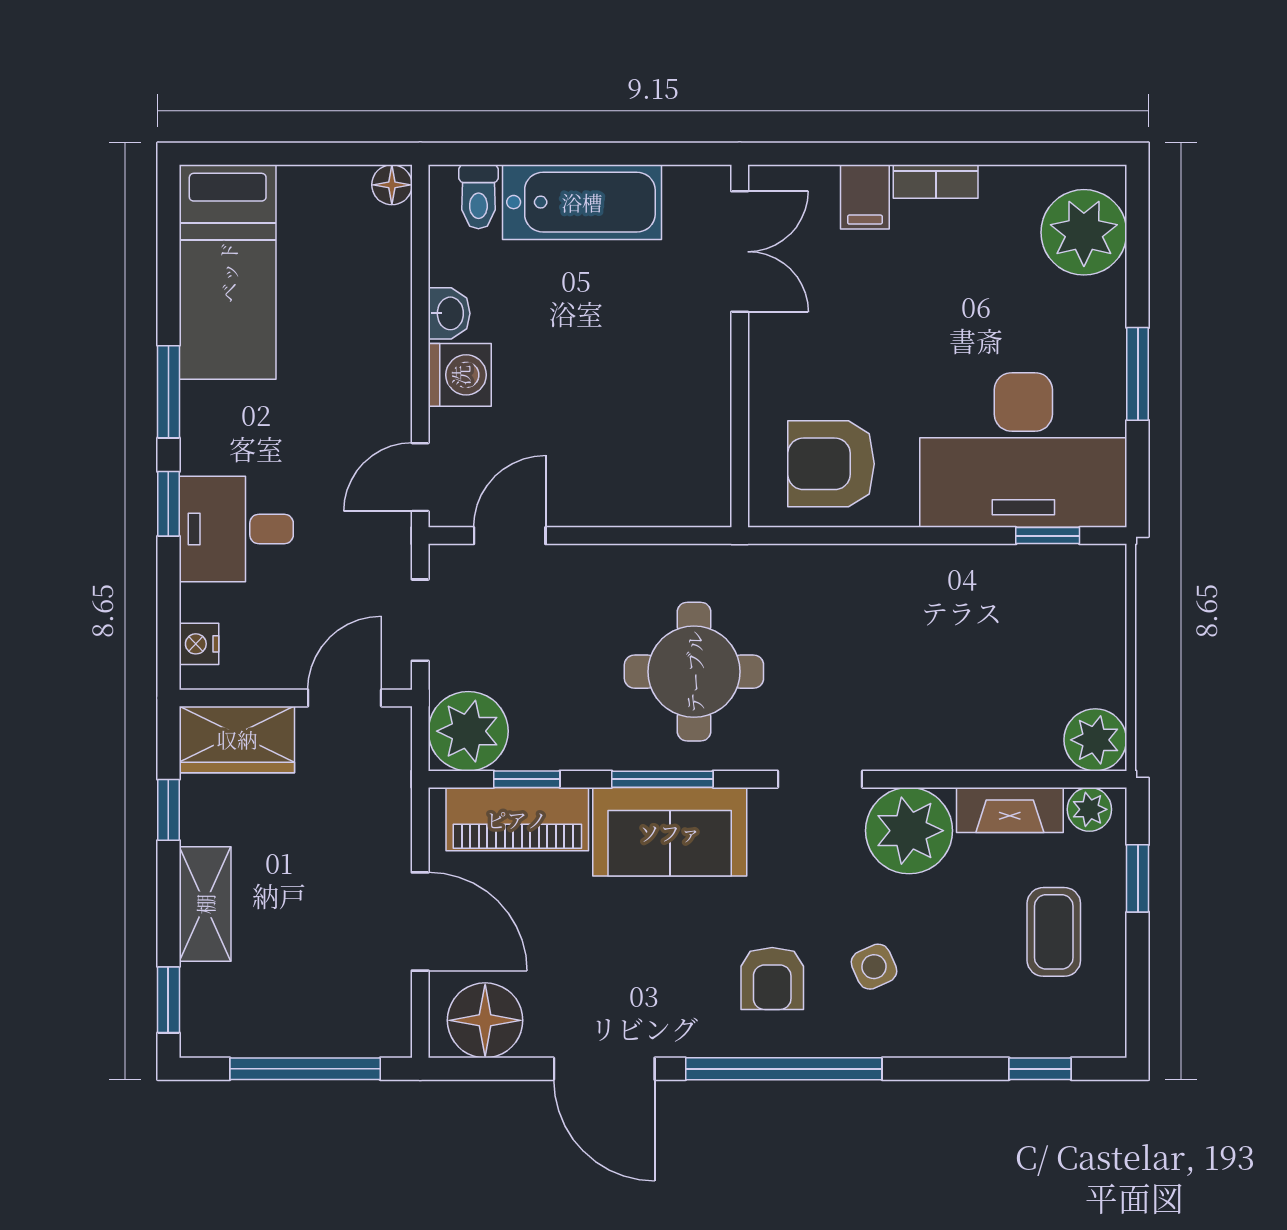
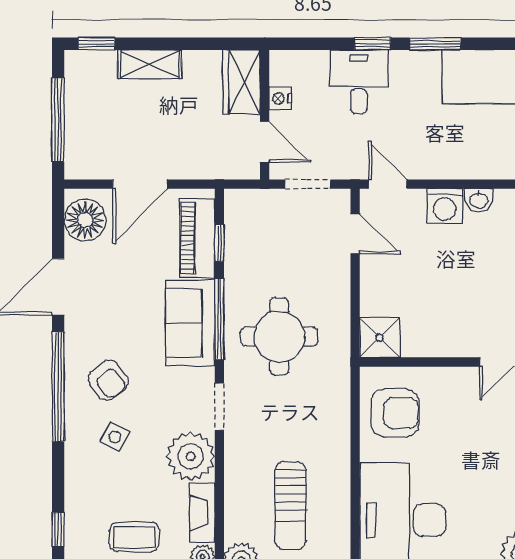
armchair: (831, 464) -> (395, 413), turned 90
shower: (696, 492) -> (380, 338), added
window: (1048, 536) -> (355, 534), removed
nightstand: (199, 644) -> (280, 98), moved, turned -90
sun lounger: (998, 652) -> (290, 506), added
plant: (468, 731) -> (246, 211), removed
window: (662, 779) -> (219, 319), width x1.44
window: (168, 810) -> (202, 44), removed
side table: (874, 967) -> (115, 437), turned -37
armchair: (772, 979) -> (108, 380), turned -128

